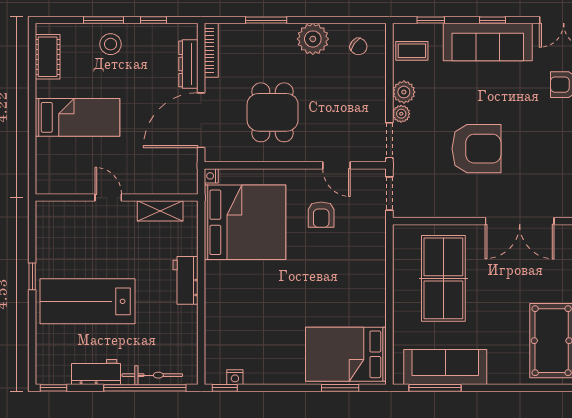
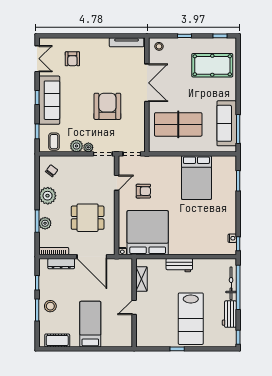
plant: (262, 34) -> (45, 223), added
bed: (346, 354) -> (196, 178), moved

